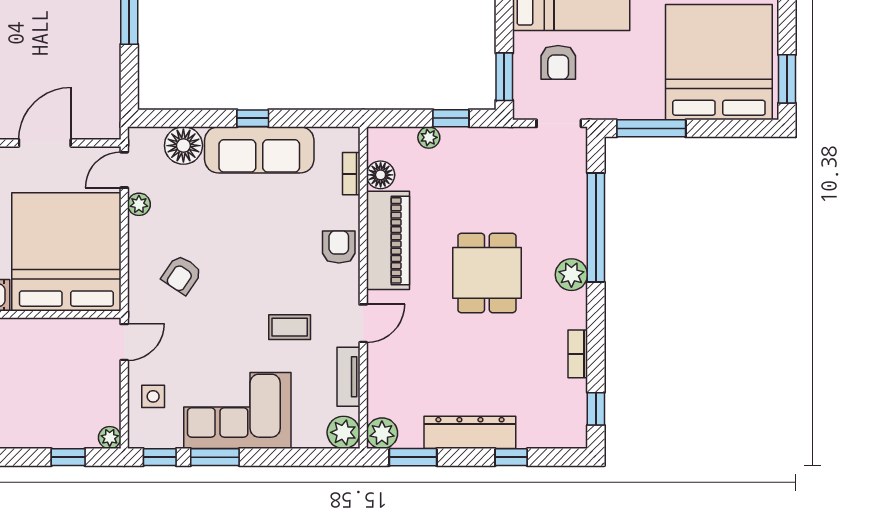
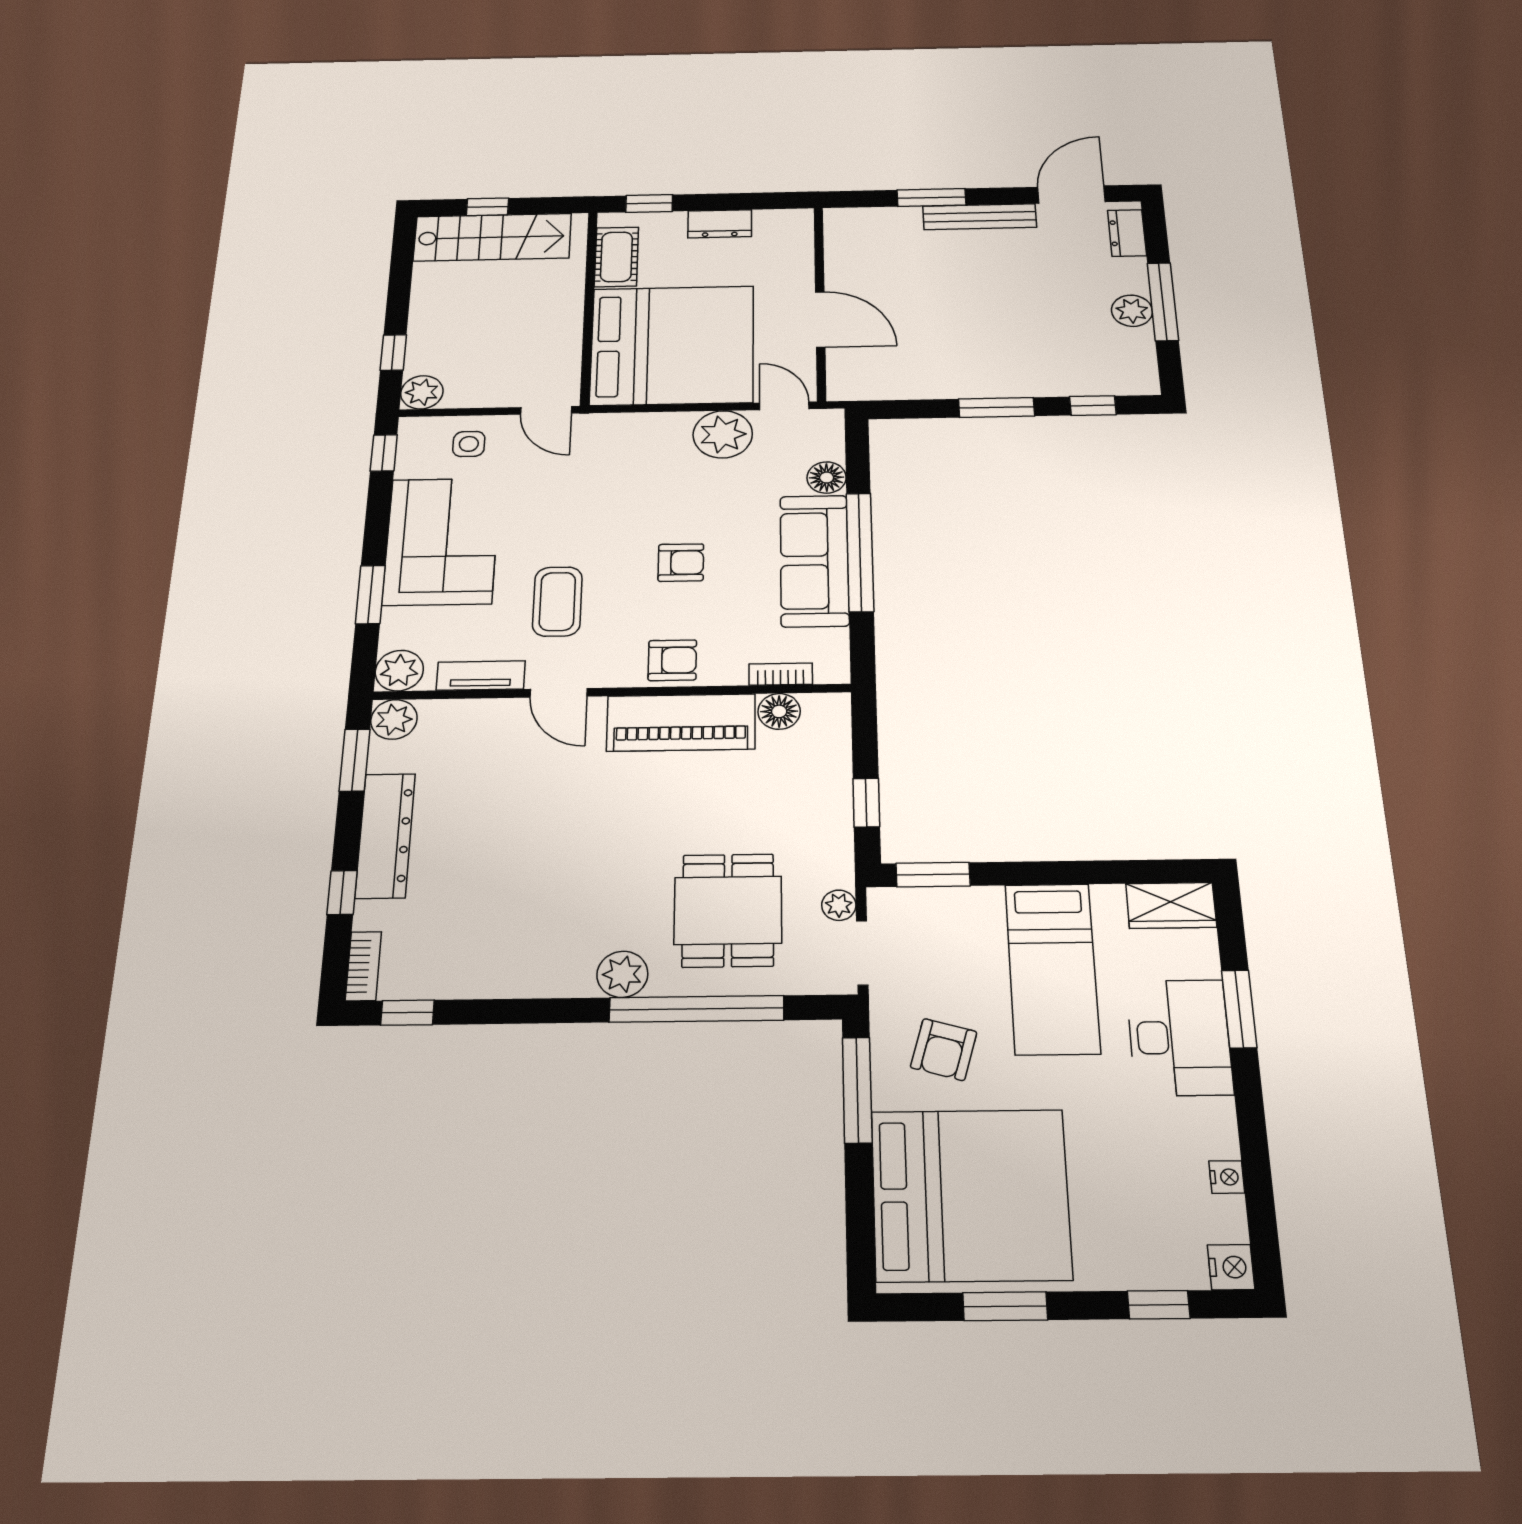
armchair: (558, 62) -> (944, 1050), moved, turned -74
window: (787, 79) -> (1005, 1306), moved
window: (253, 118) -> (860, 552), width x3.17
plant: (429, 137) -> (839, 905), moved
floor lamp: (183, 146) -> (827, 478), width x0.73, depth x0.73
plant: (139, 204) -> (723, 434), width x1.88, depth x1.88
dining table: (487, 273) -> (728, 910), moved, turned 90
armchair: (182, 275) -> (681, 563), moved, turned 146
coffee table: (290, 327) -> (557, 602), width x1.36, depth x1.30
bookcase: (578, 354) -> (363, 966), moved, turned 90
plant: (110, 438) -> (422, 392), width x1.38, depth x1.38
window: (215, 457) -> (370, 595), moved

